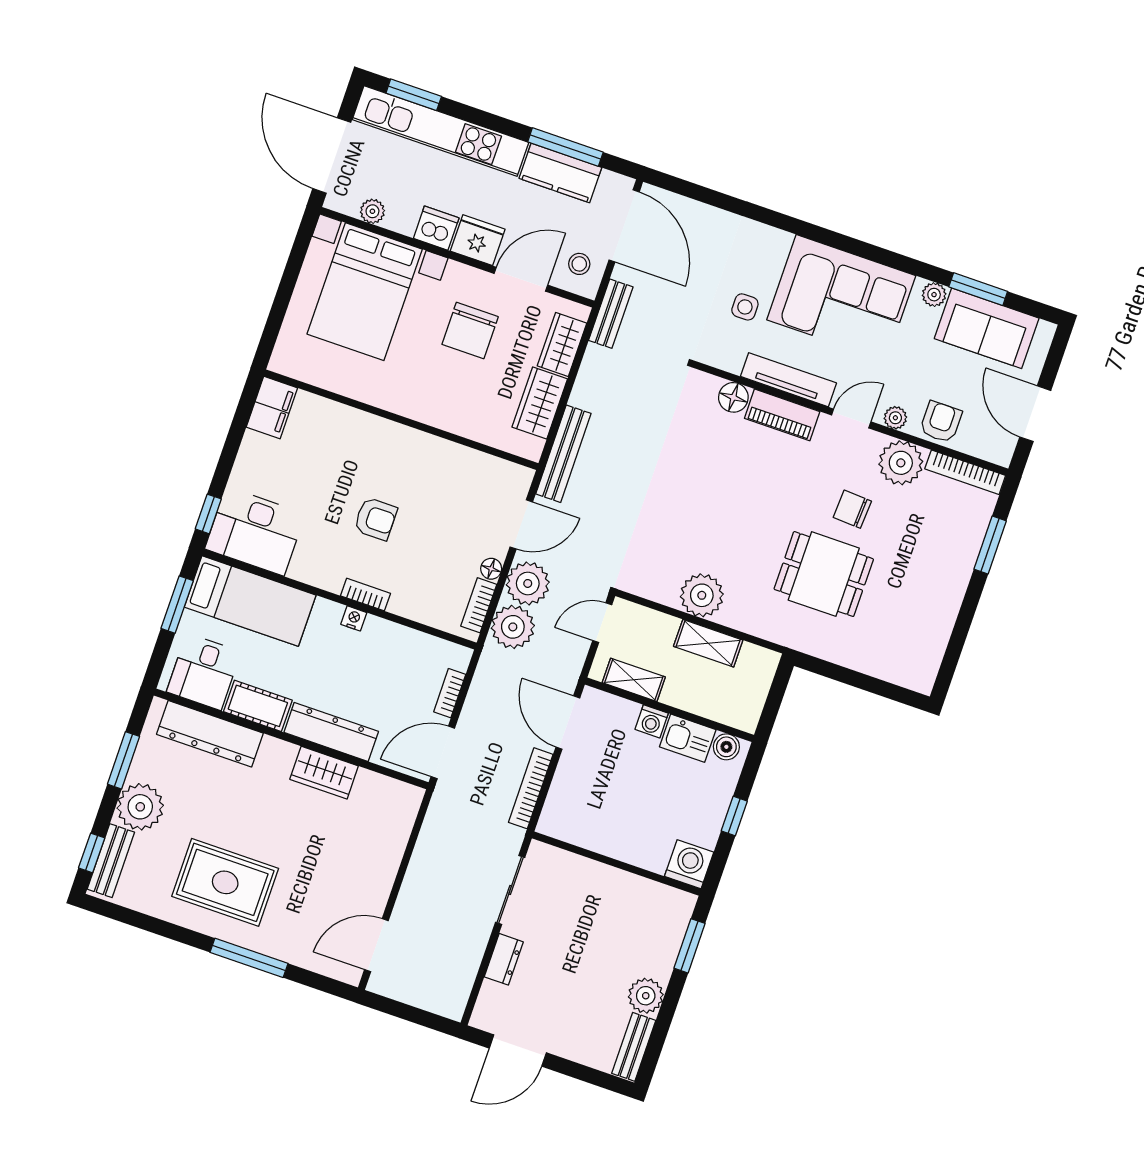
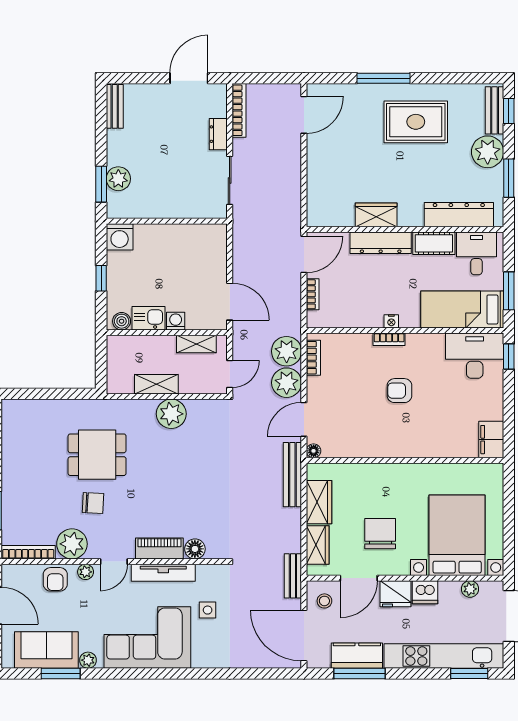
floor lamp: (491, 569) -> (314, 451), moved
bookcase: (531, 788) -> (239, 110), moved
plant: (646, 996) -> (118, 179), moved

